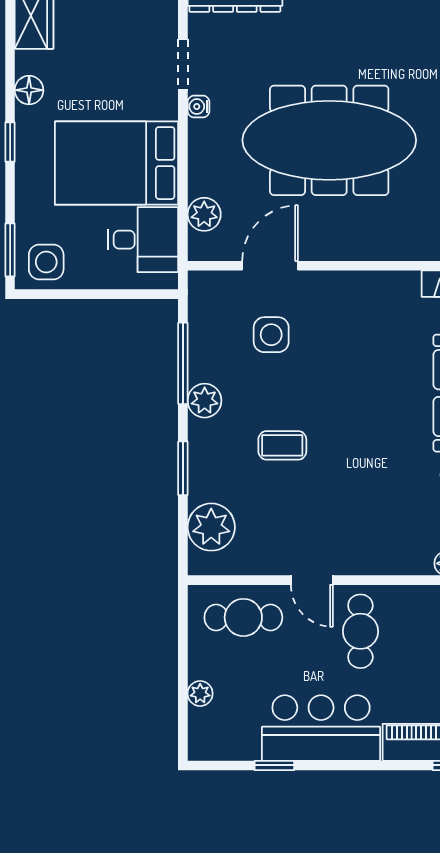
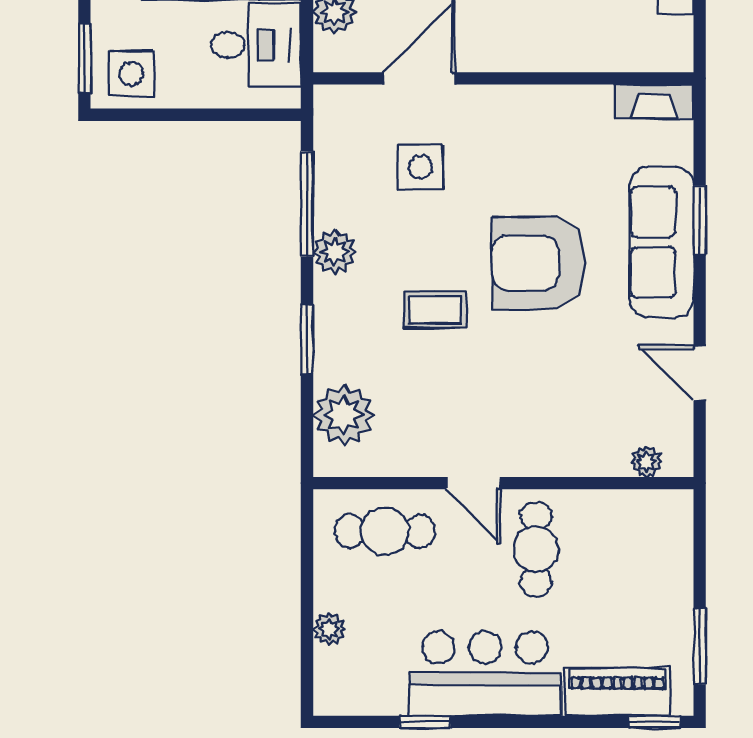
armchair: (363, 409) -> (538, 263), added

